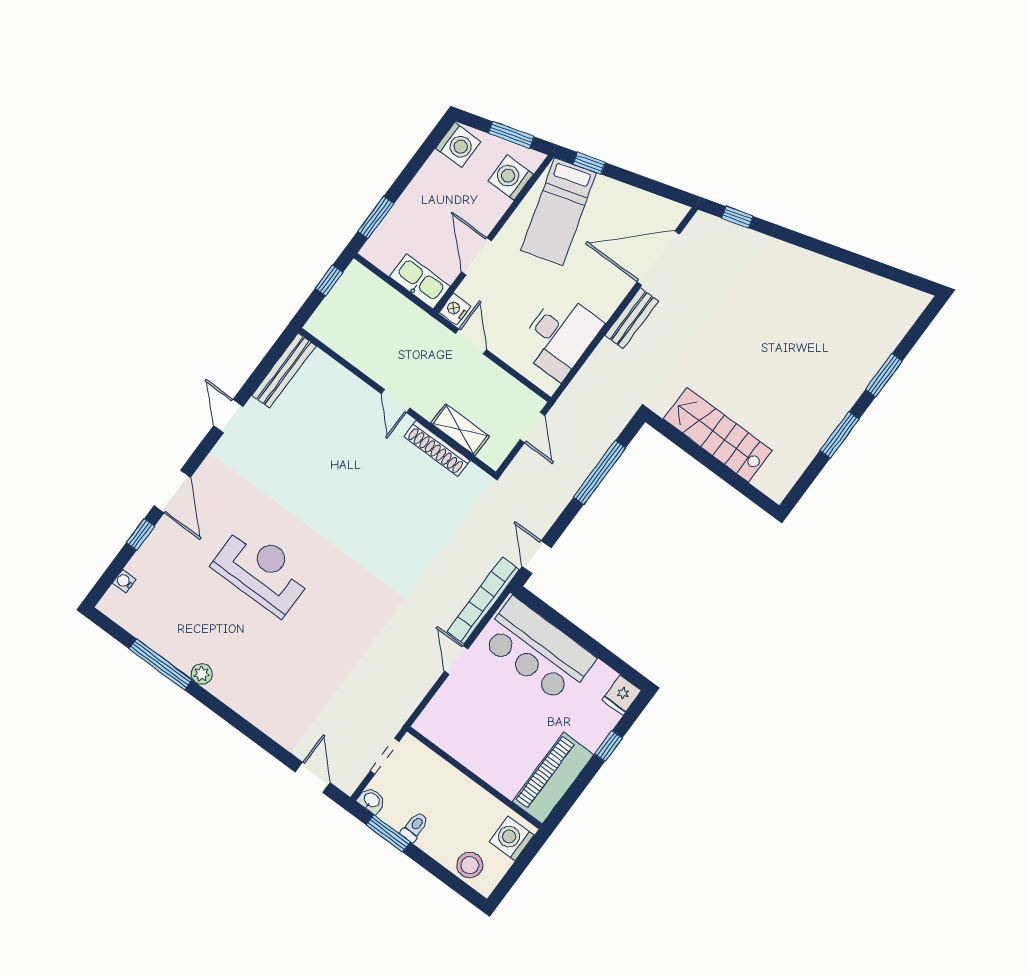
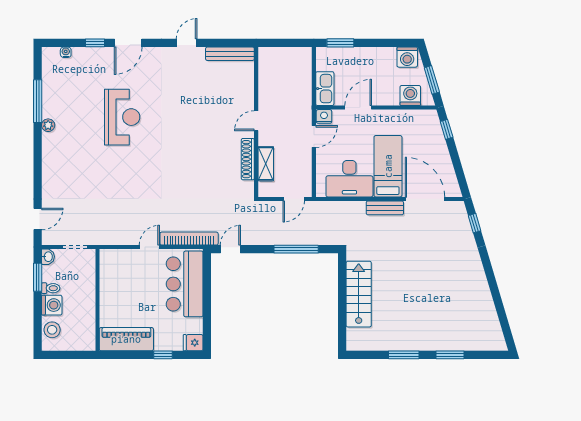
bed: (559, 212) -> (388, 166), moved, turned 107
window: (329, 280) -> (292, 43), removed
washing machine: (512, 838) -> (52, 305), moved, turned 90

